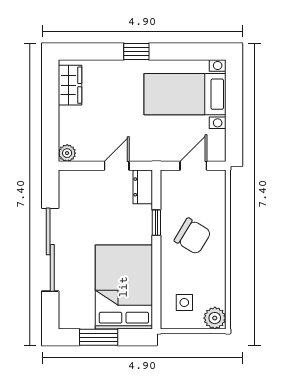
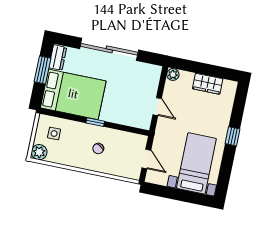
wardrobe: (70, 85) -> (208, 84), moved
dresser: (143, 187) -> (58, 58), moved, turned 90
window: (156, 223) -> (95, 122), moved
chair: (193, 236) -> (98, 149), width x0.54, depth x0.54

